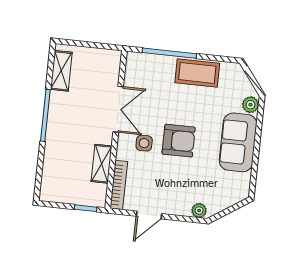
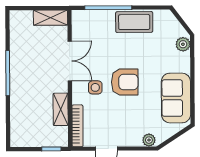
shelving: (61, 71) -> (51, 18), moved, turned 90
sofa: (238, 142) -> (176, 98), moved

